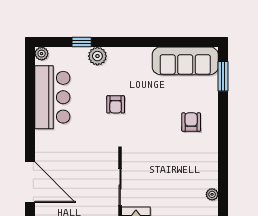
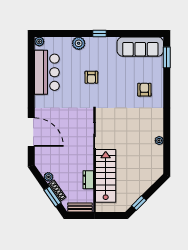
window: (82, 42) -> (100, 33), moved

